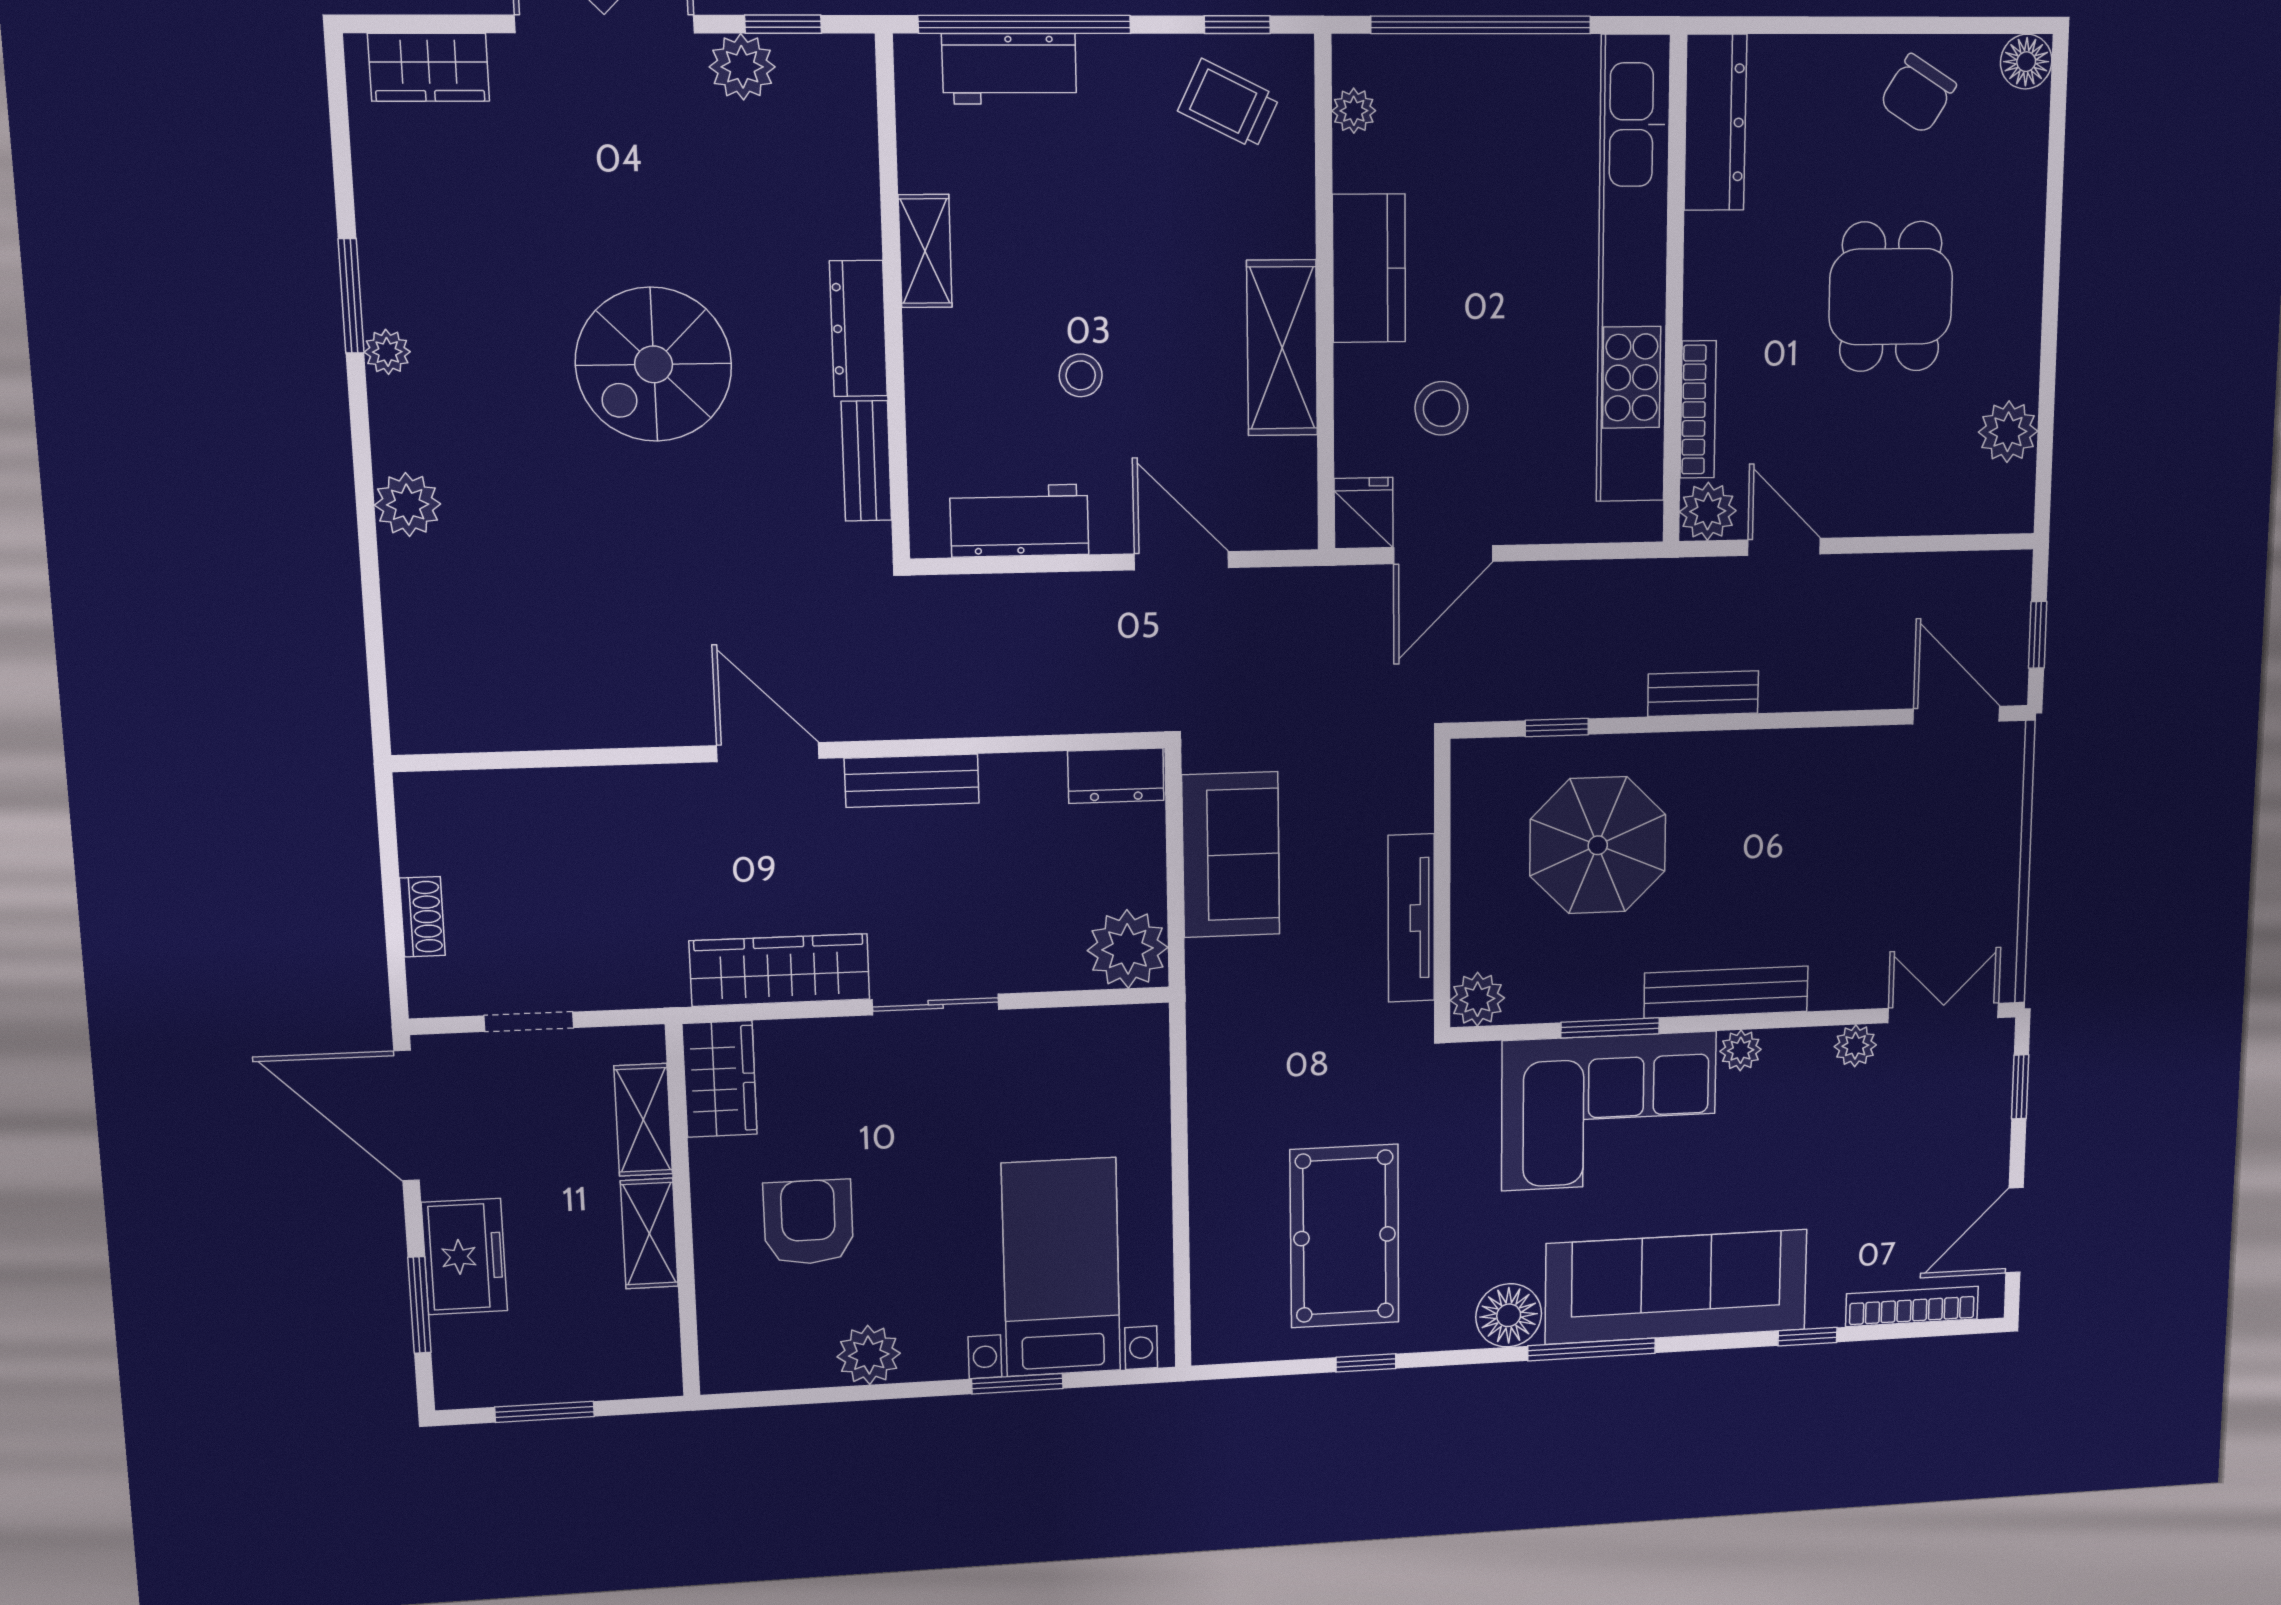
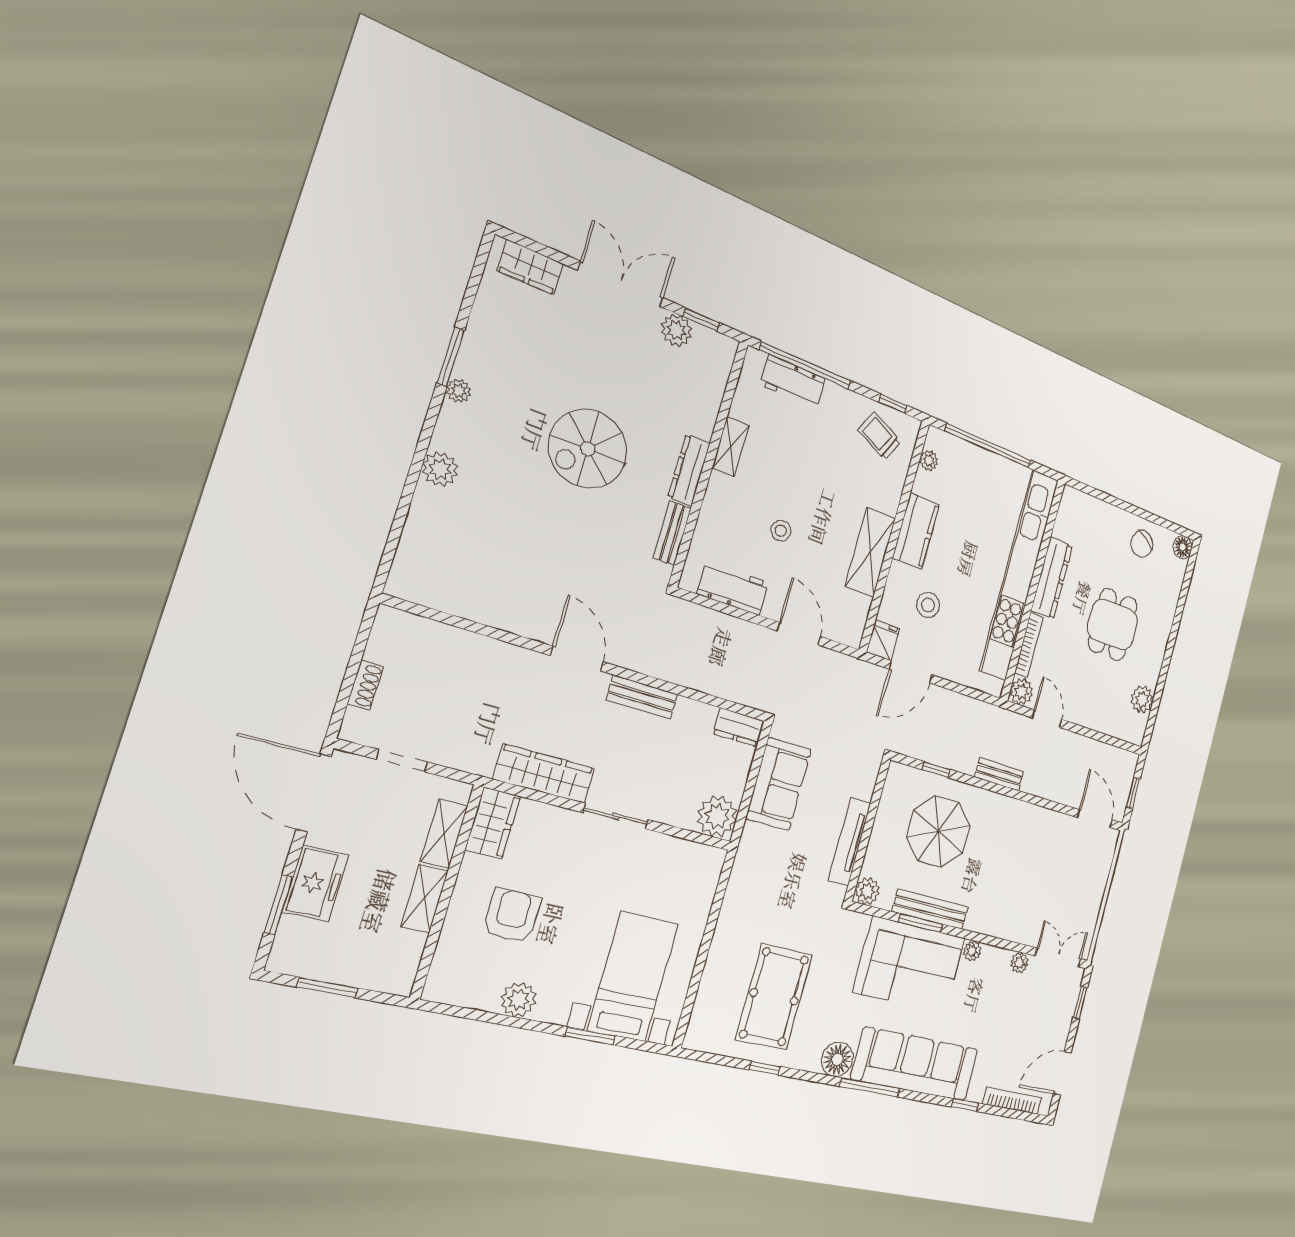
dresser: (1715, 123) -> (1052, 578), moved
bench: (1726, 992) -> (930, 909), moved

